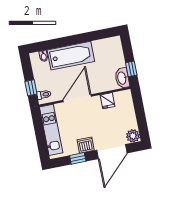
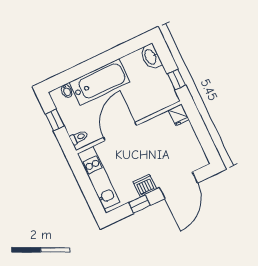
washbasin: (122, 78) -> (151, 57), moved
window: (31, 88) -> (55, 120), moved
fridge: (108, 101) -> (179, 115), moved
plant: (133, 136) -> (199, 160), removed

